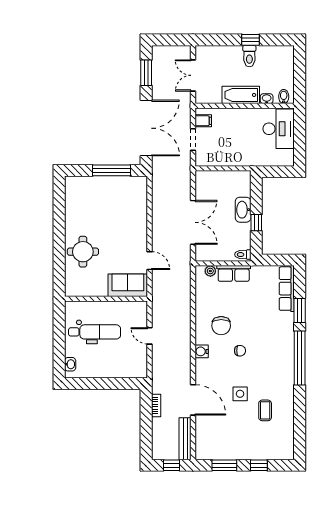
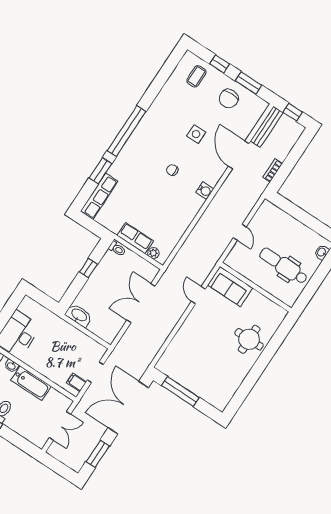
washbasin: (243, 210) -> (79, 315), moved, turned -90
chair: (221, 326) -> (229, 99), moved, turned 180
coffee table: (265, 410) -> (196, 76), moved

